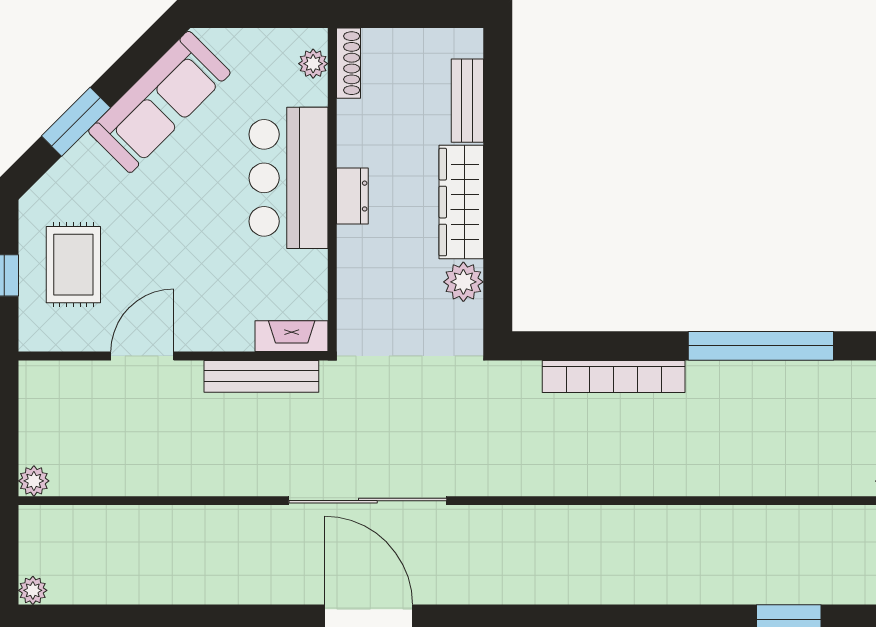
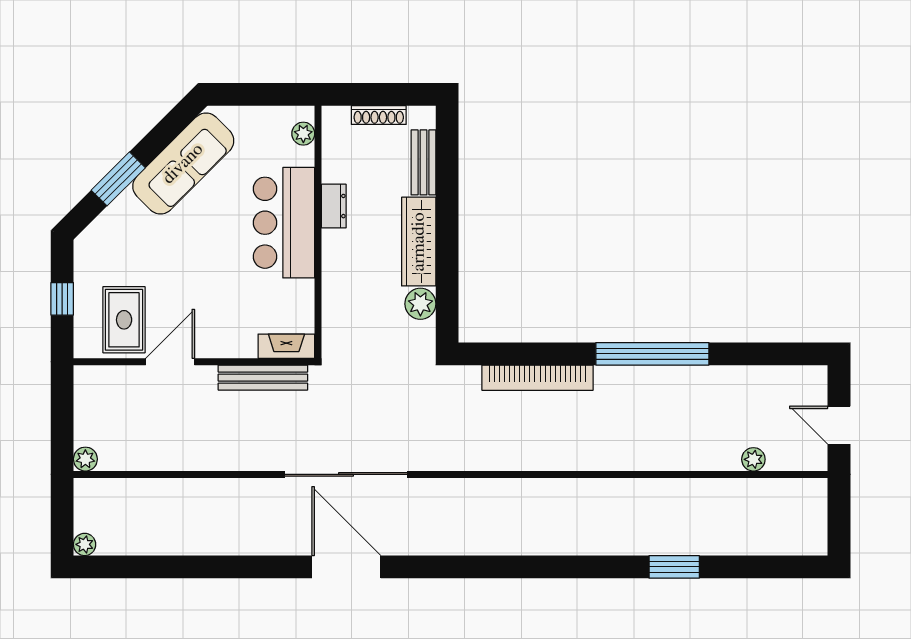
shoe rack: (349, 63) -> (379, 115), moved, turned 90
dresser: (352, 196) -> (334, 206), moved
rug: (73, 265) -> (124, 320), moved

